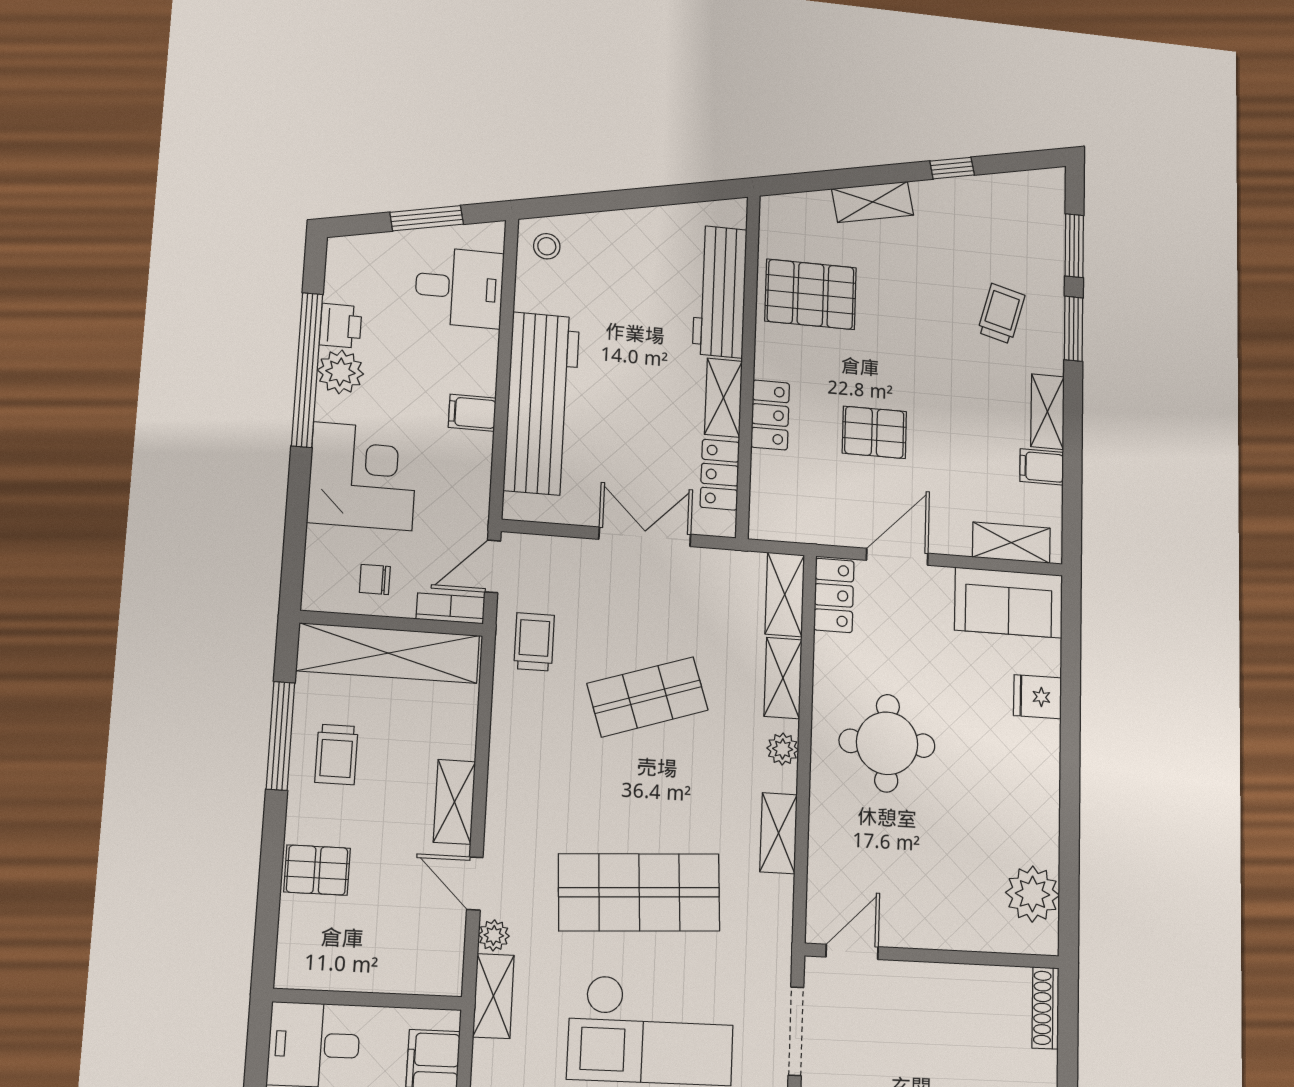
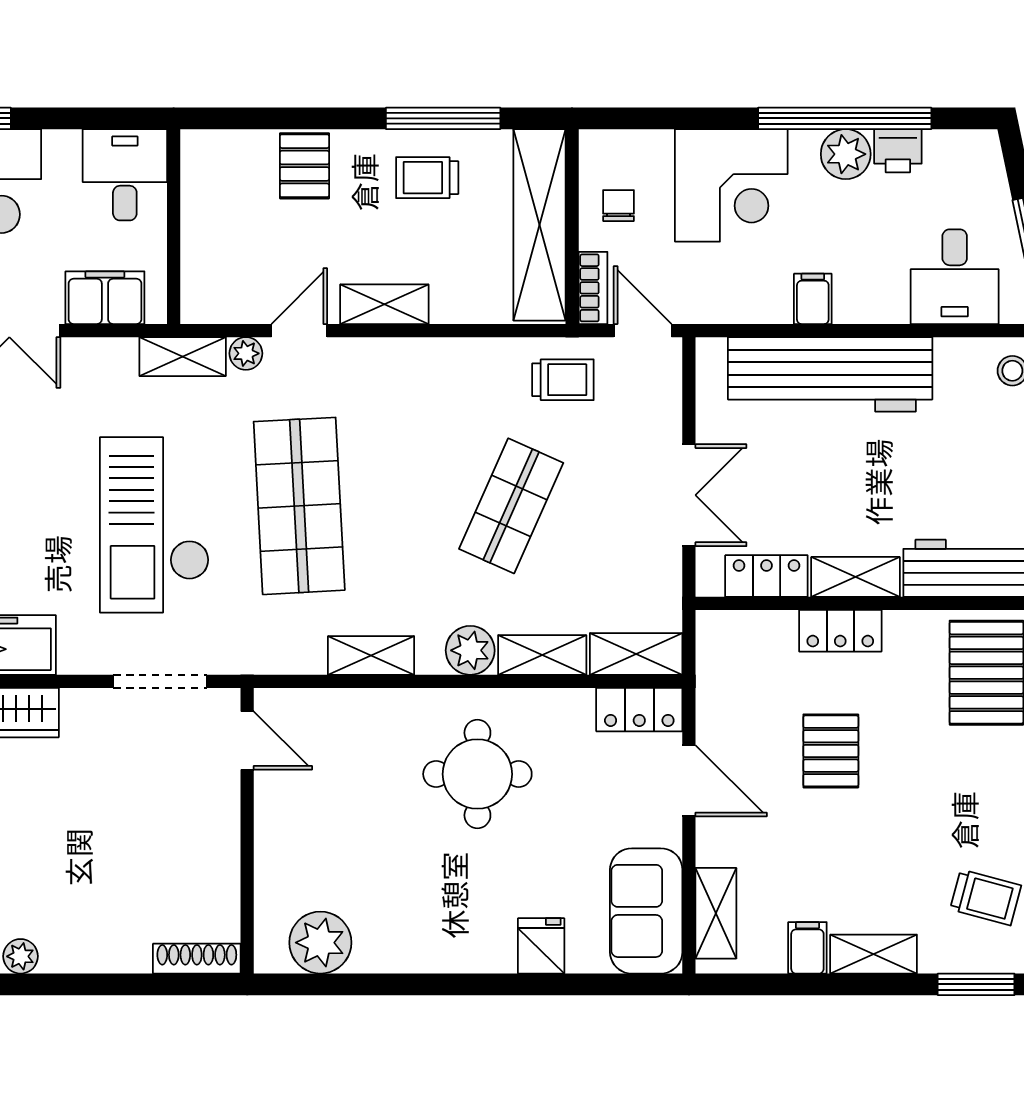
shop shelf: (648, 697) -> (511, 506), turned 42
plant: (783, 749) -> (470, 650), width x1.38, depth x1.38

